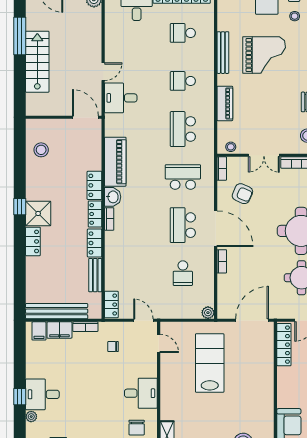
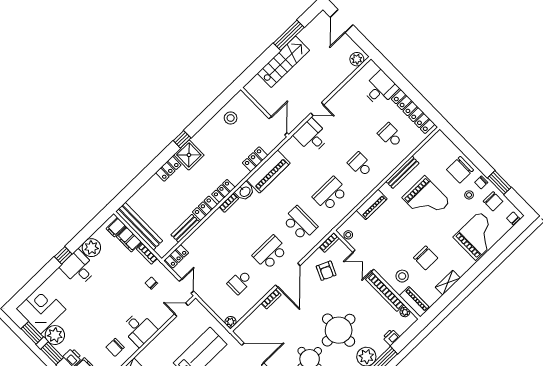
locker: (94, 185) -> (255, 159), moved
door: (159, 343) -> (181, 310), swing flipped
plant: (31, 417) -> (91, 248), moved, width x1.87, depth x1.87

